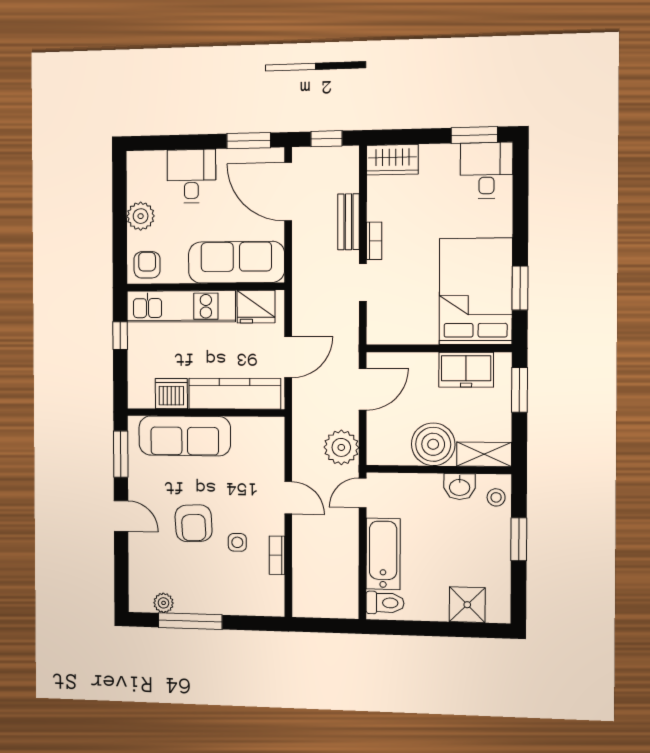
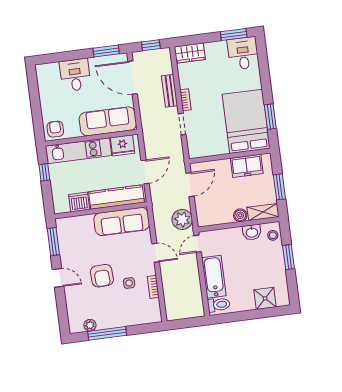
plant: (141, 216) -> (48, 101), removed
window: (519, 390) -> (279, 187), moved
sofa: (185, 436) -> (122, 221), moved
boiler: (433, 444) -> (240, 215), width x0.54, depth x0.54

